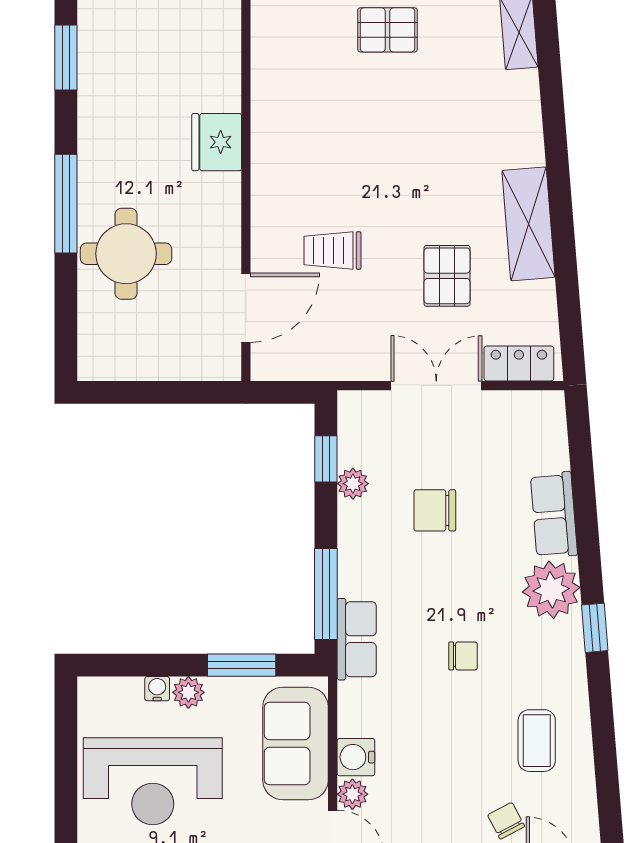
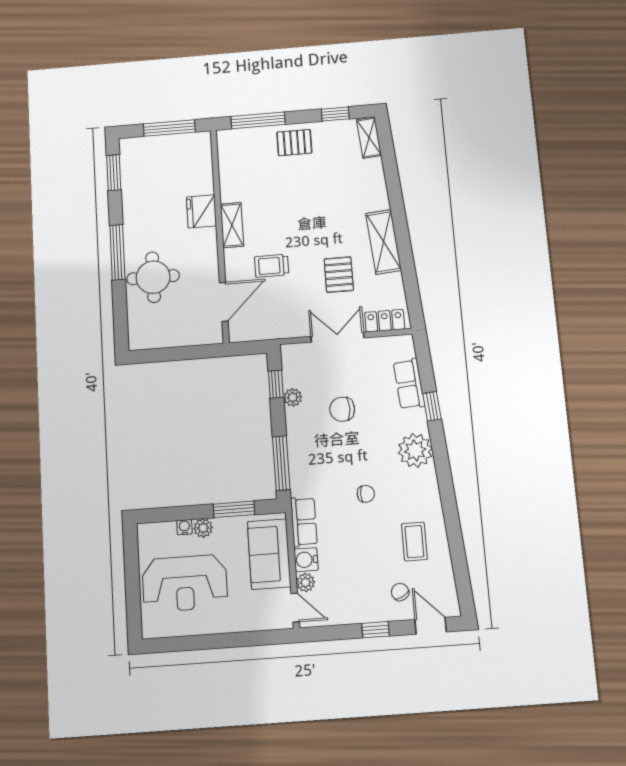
shelving: (268, 172) -> (232, 225), added
row of seats: (554, 515) -> (409, 384), moved
window: (595, 628) -> (432, 406), moved
row of seats: (357, 639) -> (304, 522), moved

